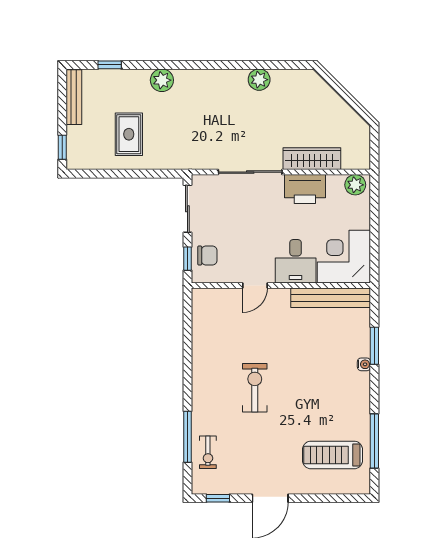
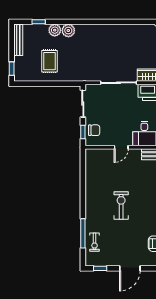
plant: (259, 80) -> (55, 30), moved

